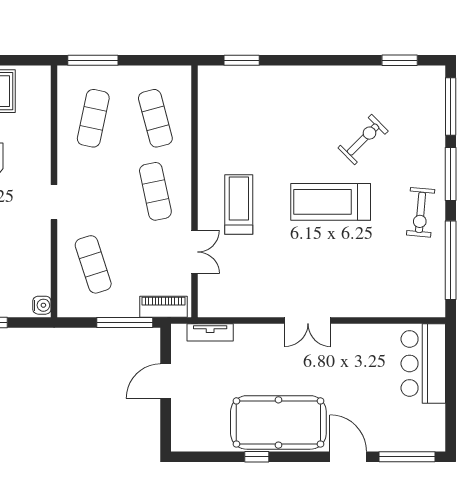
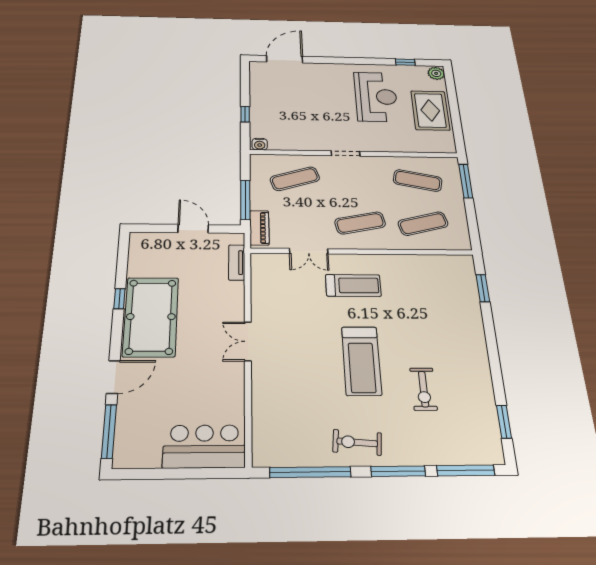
exercise bike: (363, 139) -> (423, 389), turned 45
treadmill: (331, 202) -> (361, 361), turned 180

